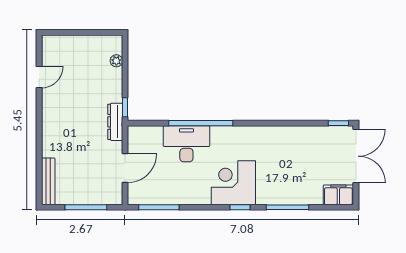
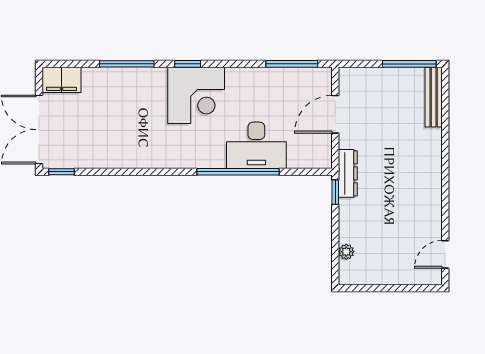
door: (39, 77) -> (445, 254), moved
window: (86, 207) -> (409, 64), moved

